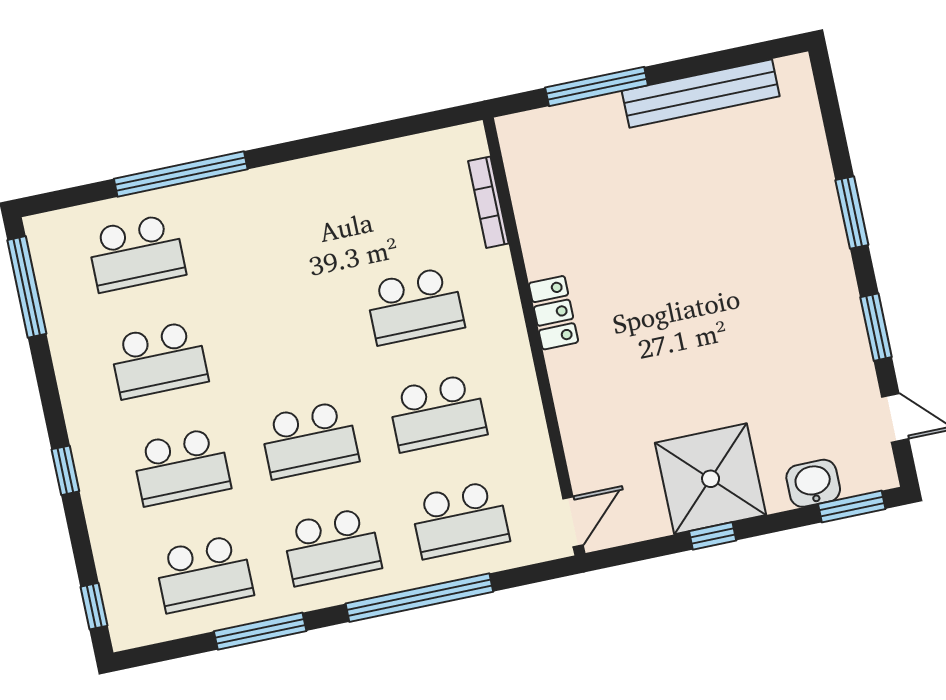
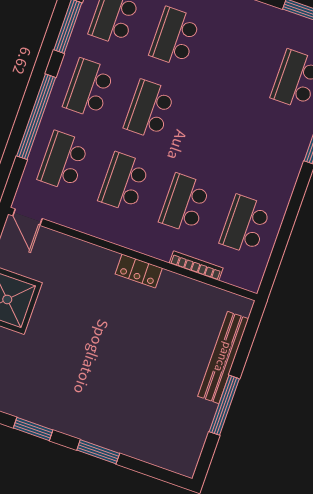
window: (597, 86) -> (224, 405), moved
bench: (701, 94) -> (223, 357), moved
bookcase: (488, 202) -> (196, 266), moved
school desk: (159, 360) -> (245, 225), moved

